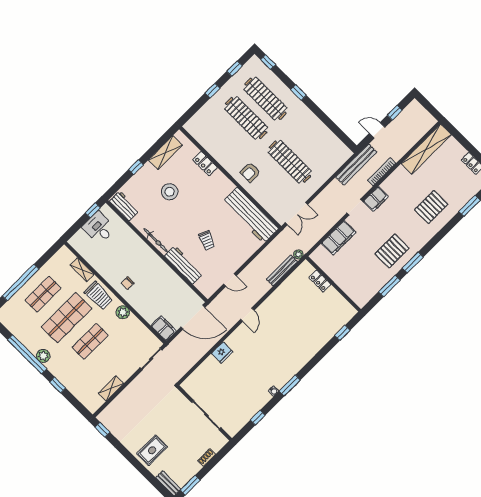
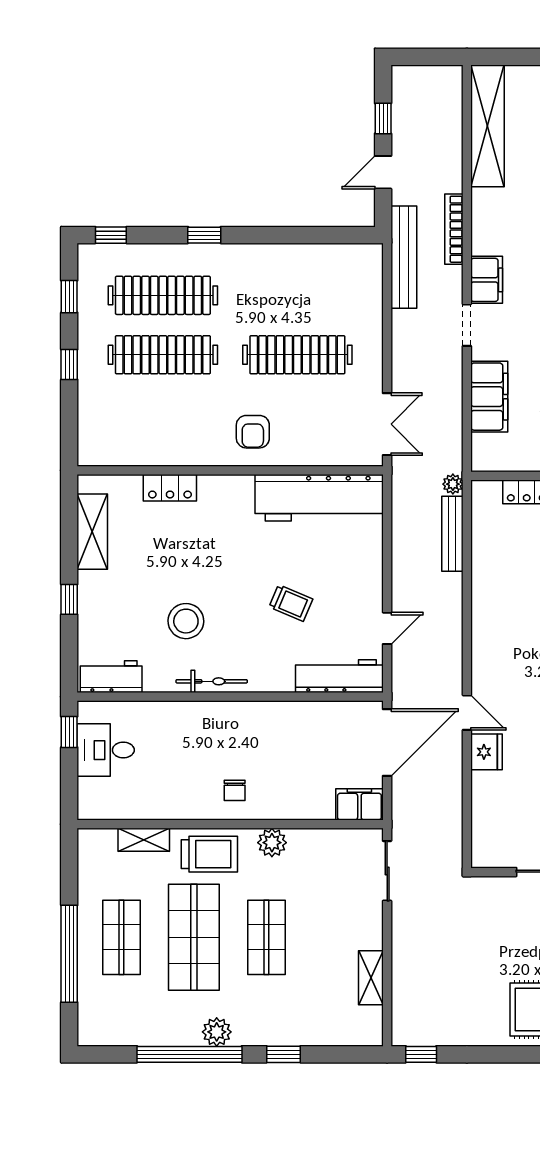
stool: (170, 192) -> (186, 621), moved
workbench: (184, 265) -> (339, 676), moved
door: (247, 315) -> (467, 713), moved

